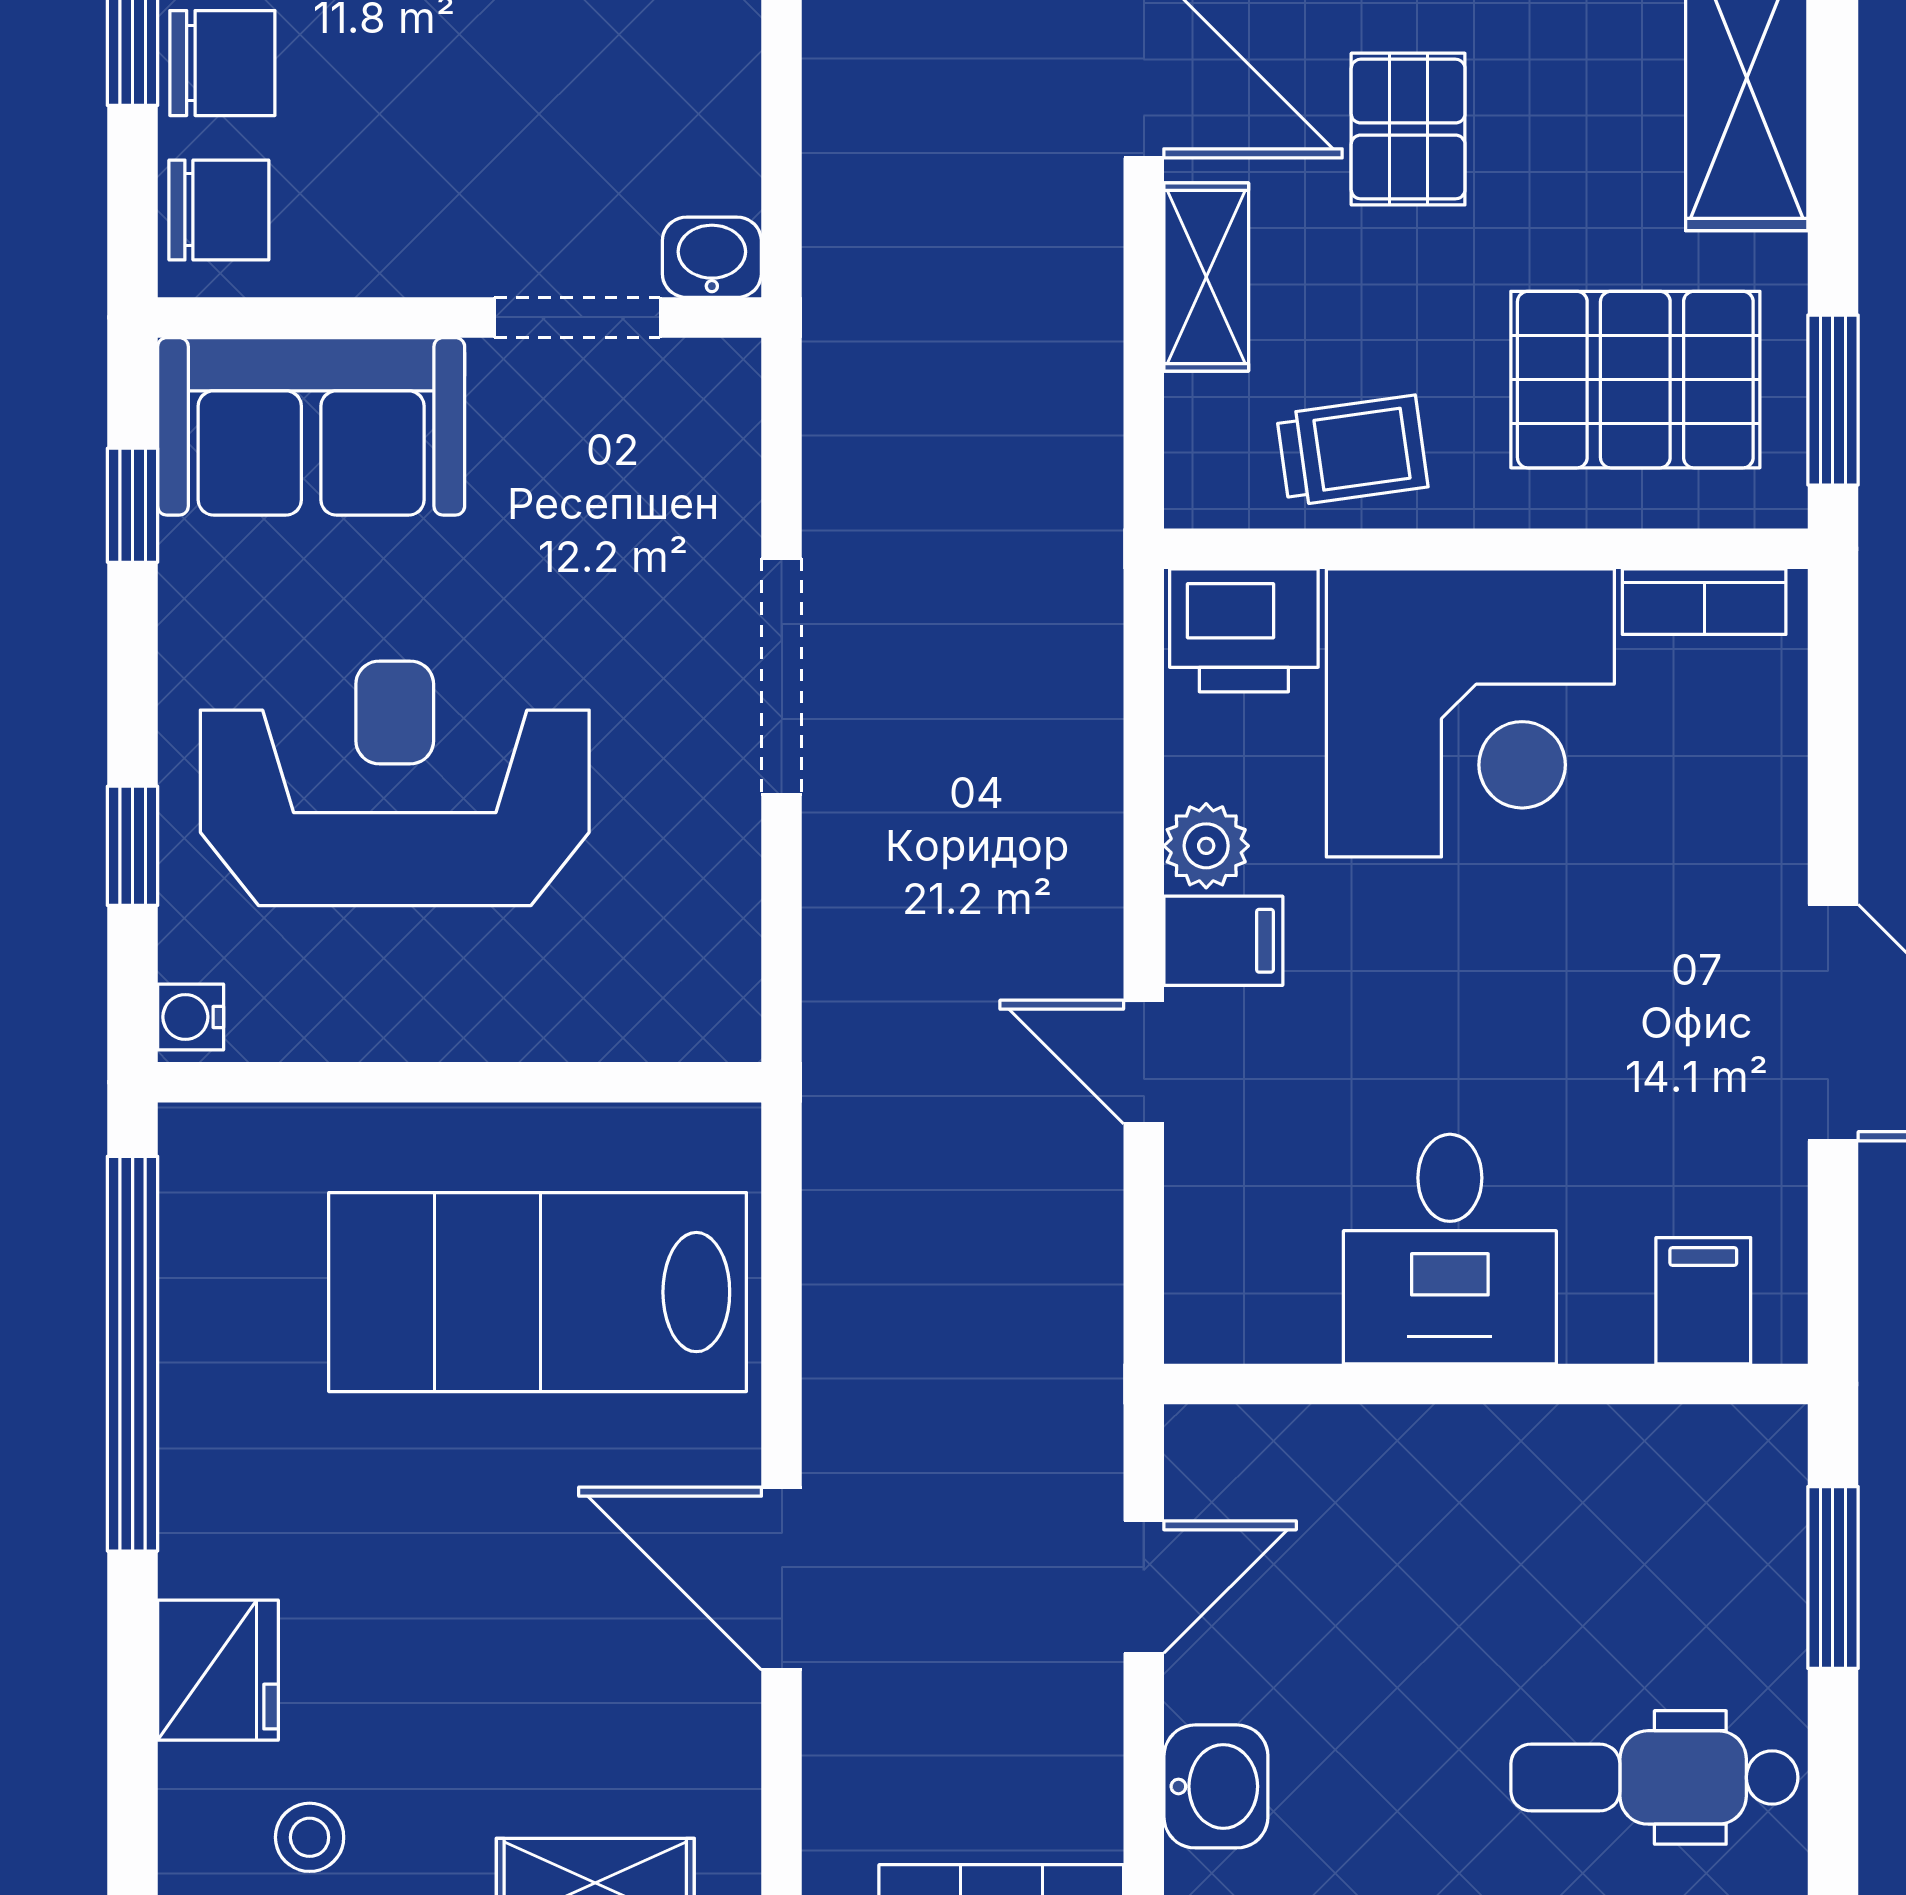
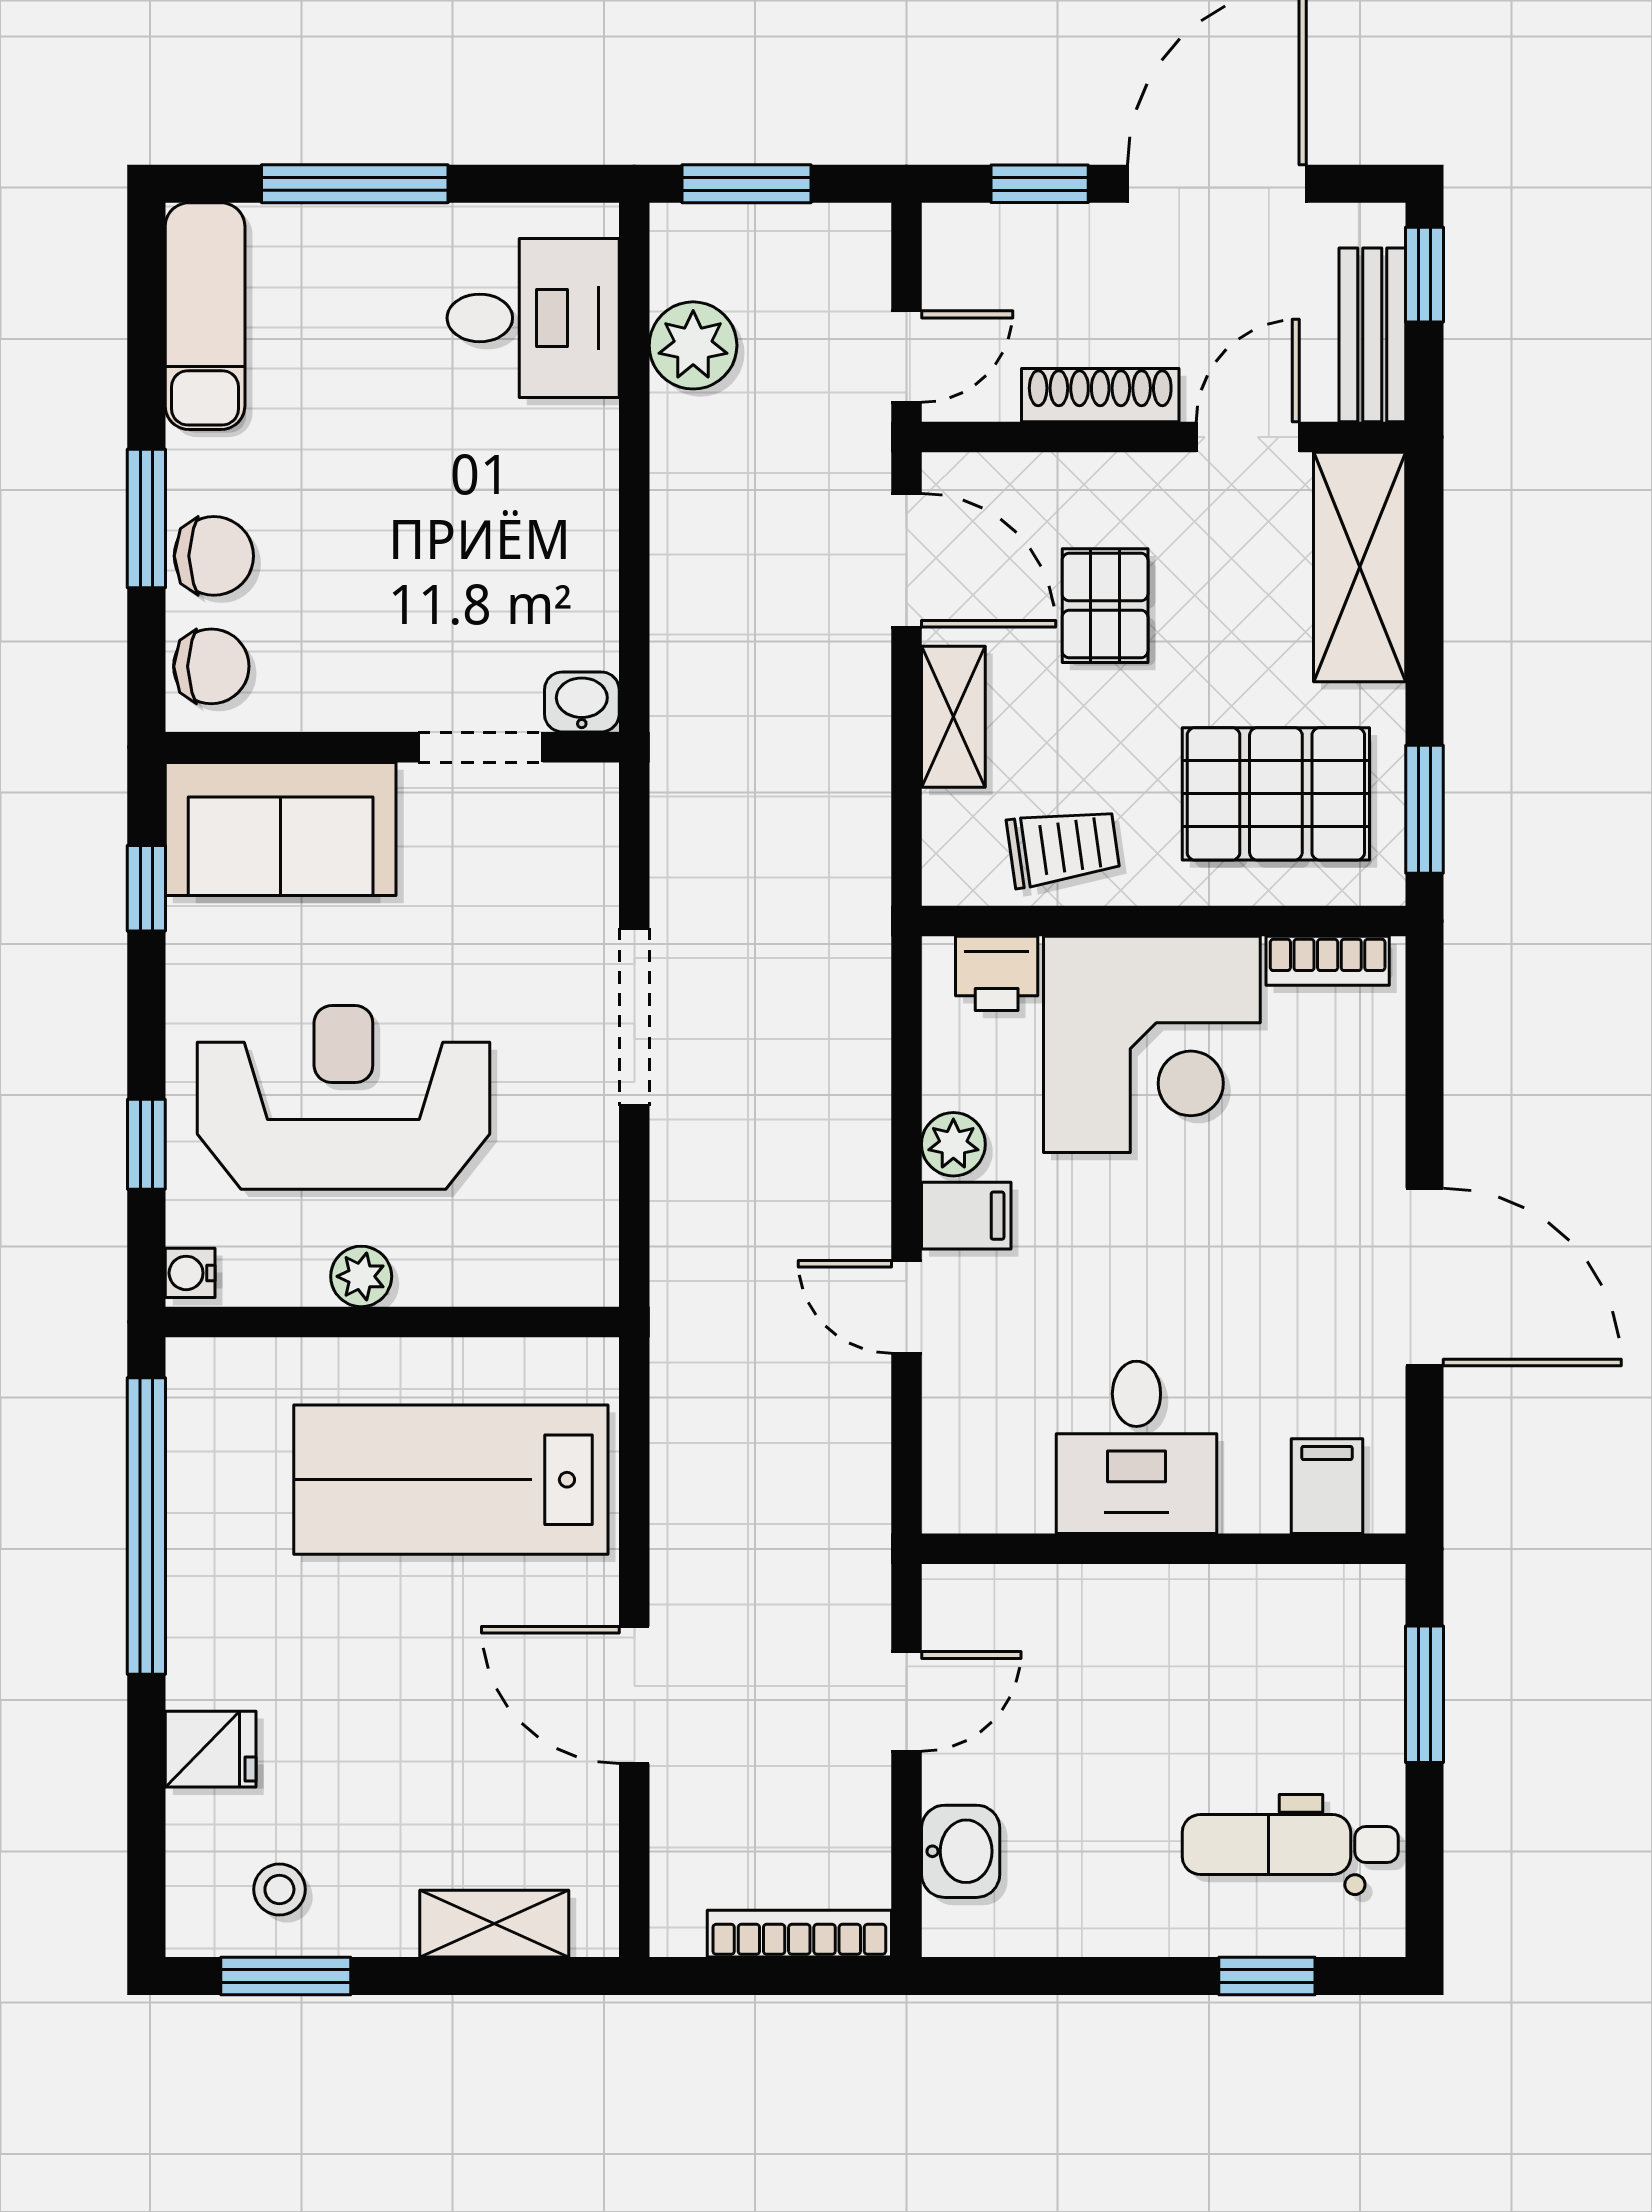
printer: (1244, 630) -> (997, 973), width x0.73, depth x0.81
plant: (418, 1022) -> (361, 1276), added
fridge: (218, 1670) -> (211, 1749), width x0.72

